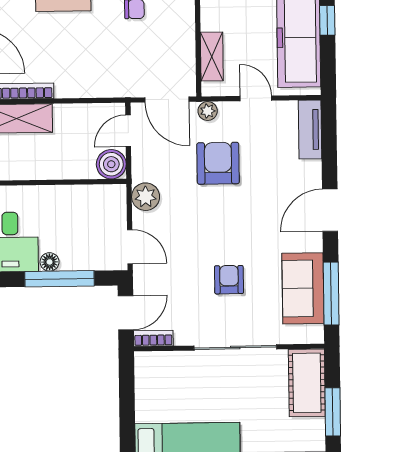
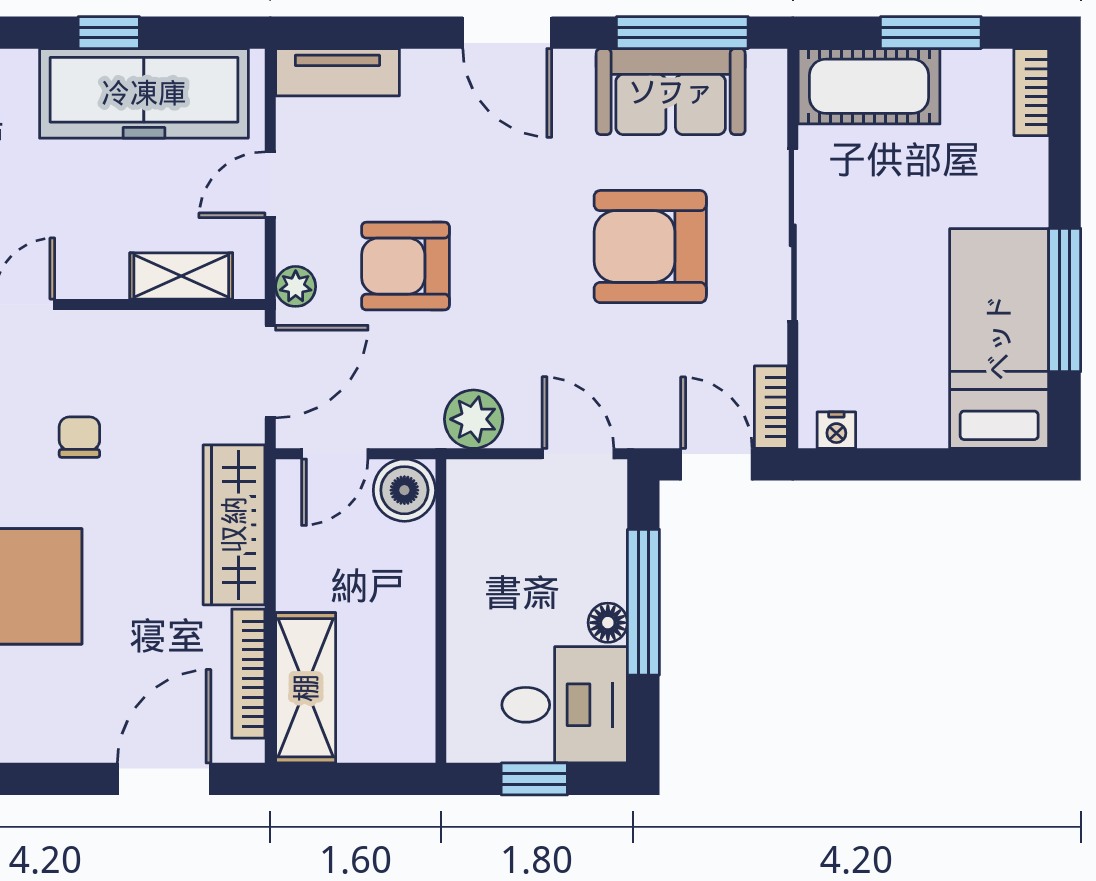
wardrobe: (94, 83) -> (234, 525), added
door: (128, 131) -> (335, 454), hinge flipped
door: (130, 247) -> (578, 454), hinge flipped
armchair: (229, 280) -> (650, 247), width x1.88, depth x1.88
nightstand: (143, 370) -> (836, 430), added

